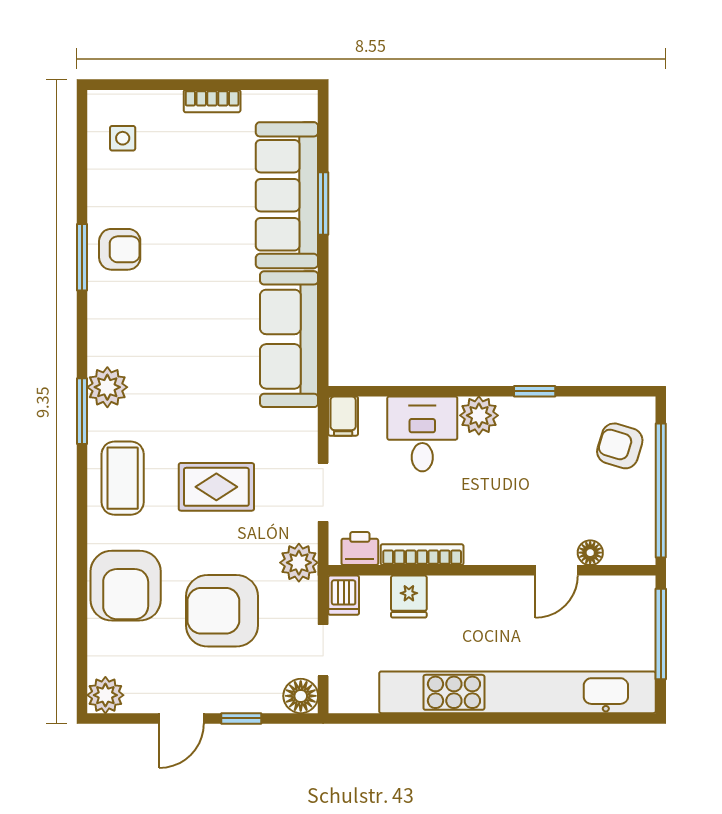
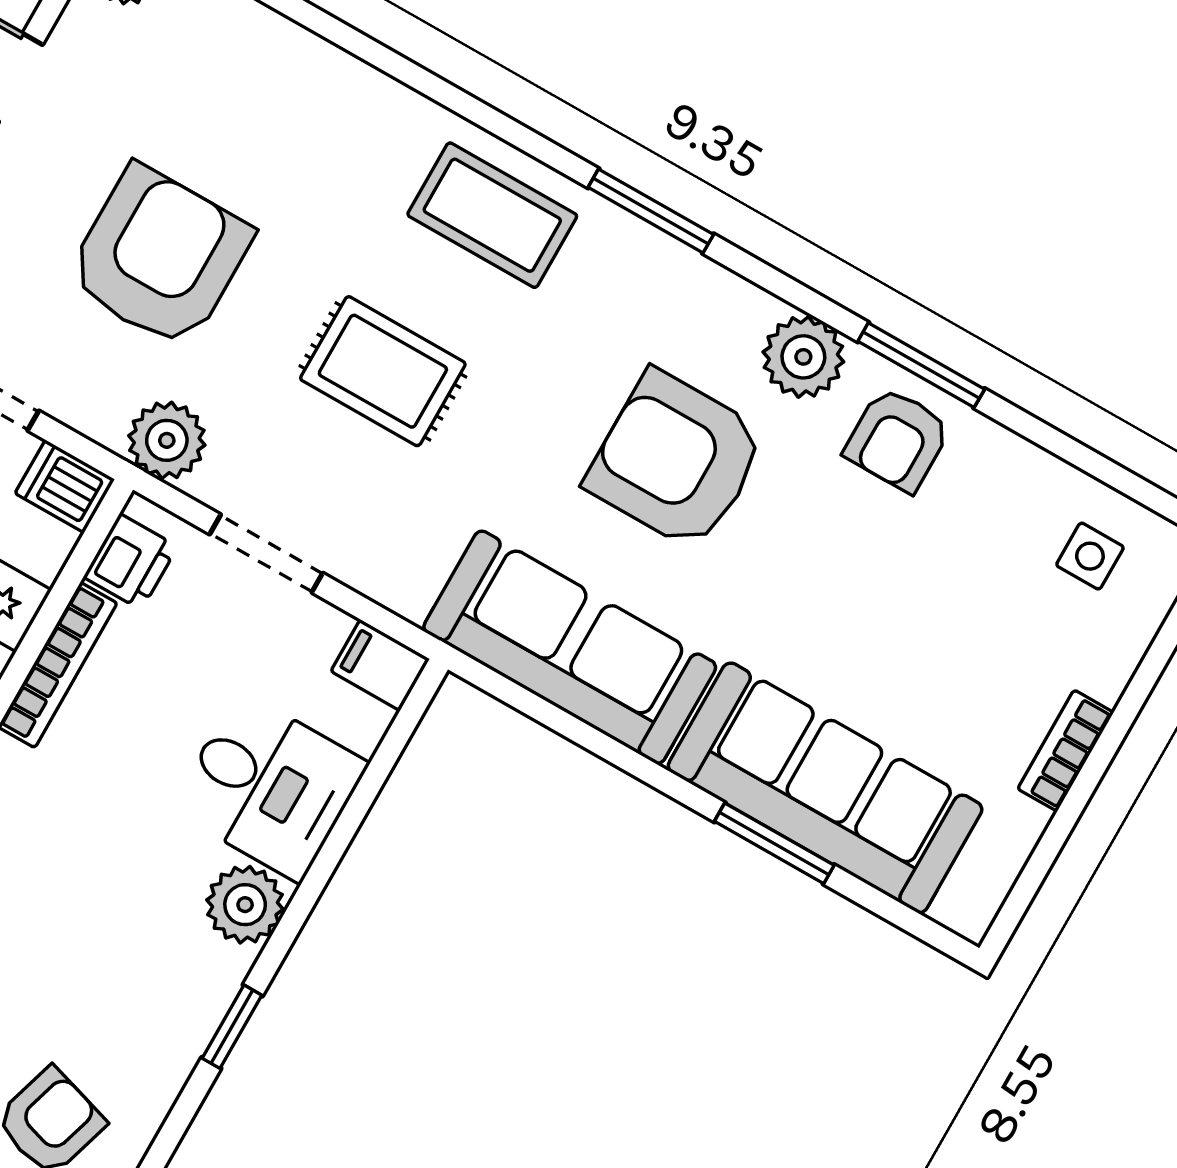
plant: (107, 387) -> (803, 357), moved
rug: (216, 487) -> (383, 371), turned 90
armchair: (126, 586) -> (676, 460), moved

